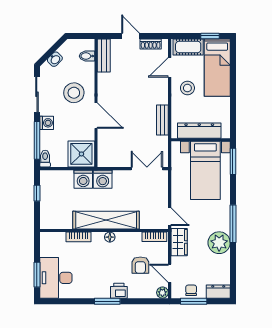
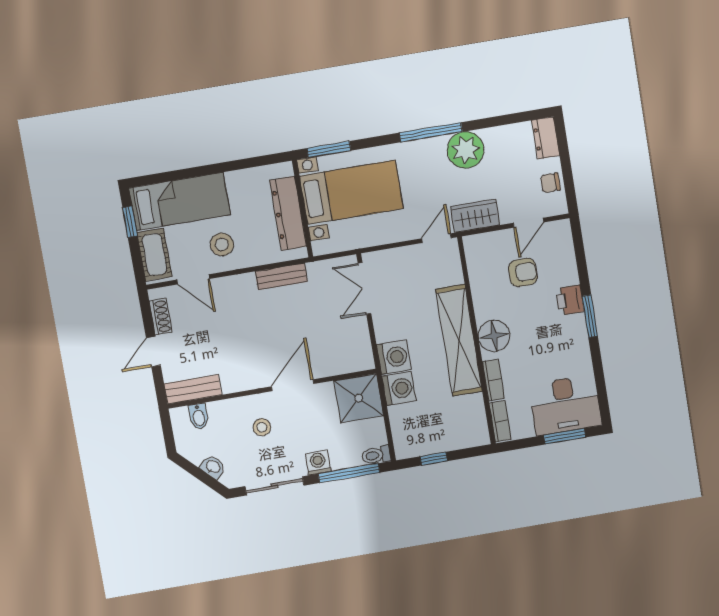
stool: (74, 93) -> (262, 427), width x0.53, depth x0.53
floor lamp: (110, 237) -> (494, 336), width x1.89, depth x1.89
bookcase: (154, 237) -> (500, 421), moved
plant: (162, 293) -> (562, 229), removed
window: (194, 301) -> (568, 176), removed

